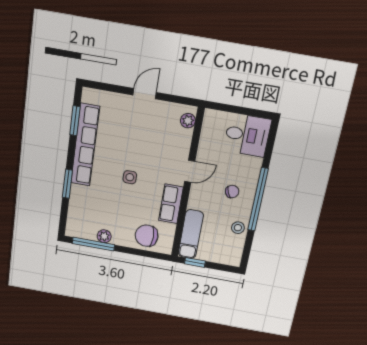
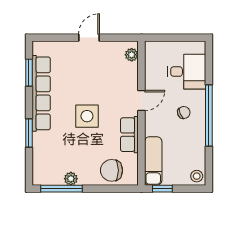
desk: (247, 135) -> (187, 72), moved
side table: (130, 177) -> (87, 116), width x1.87, depth x1.87
stool: (238, 228) -> (197, 176), moved

